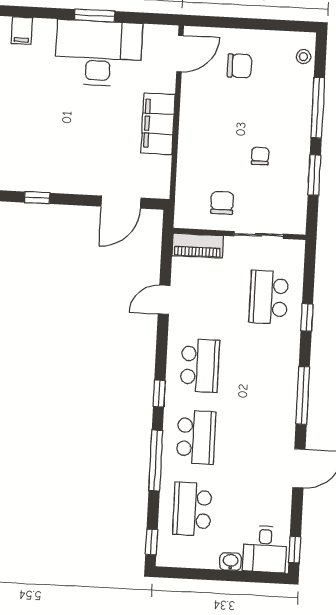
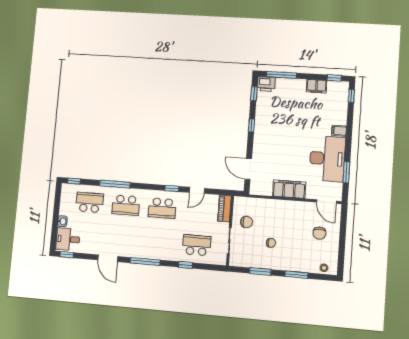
window: (95, 16) -> (346, 172), moved
filing cabinet: (22, 31) -> (339, 131), moved
window: (318, 108) -> (296, 275), width x0.69
door: (164, 300) -> (197, 190), swing flipped
window: (159, 393) -> (172, 188), moved

